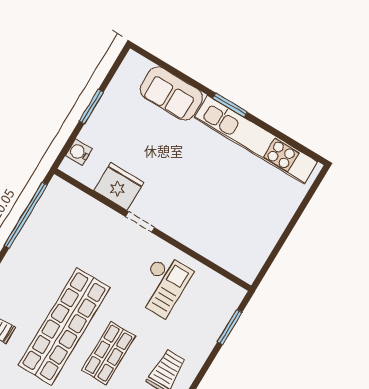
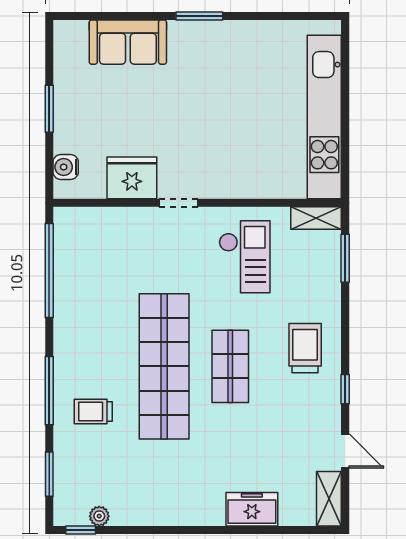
kitchen unit: (256, 140) -> (324, 117), moved, turned 90
shelving: (227, 288) -> (316, 218), added

